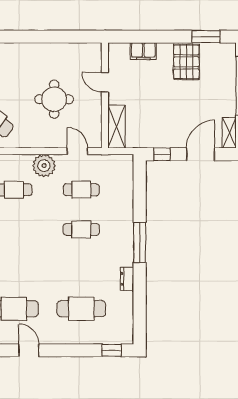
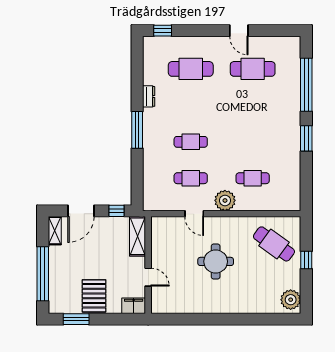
door: (105, 82) -> (148, 277), moved
wall: (105, 95) -> (148, 265), moved
shelving: (117, 127) -> (137, 236), moved

